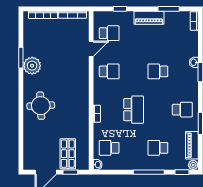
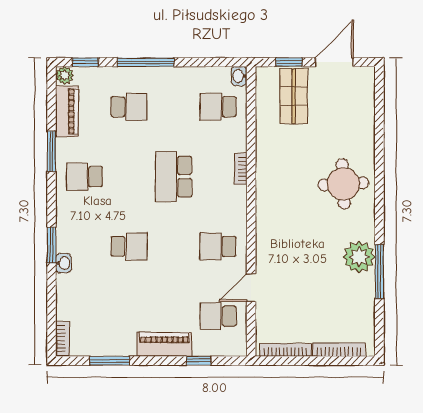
piano: (149, 18) -> (164, 344), moved
window: (21, 58) -> (379, 271), width x1.44
school desk: (109, 148) -> (218, 107), turned 180

